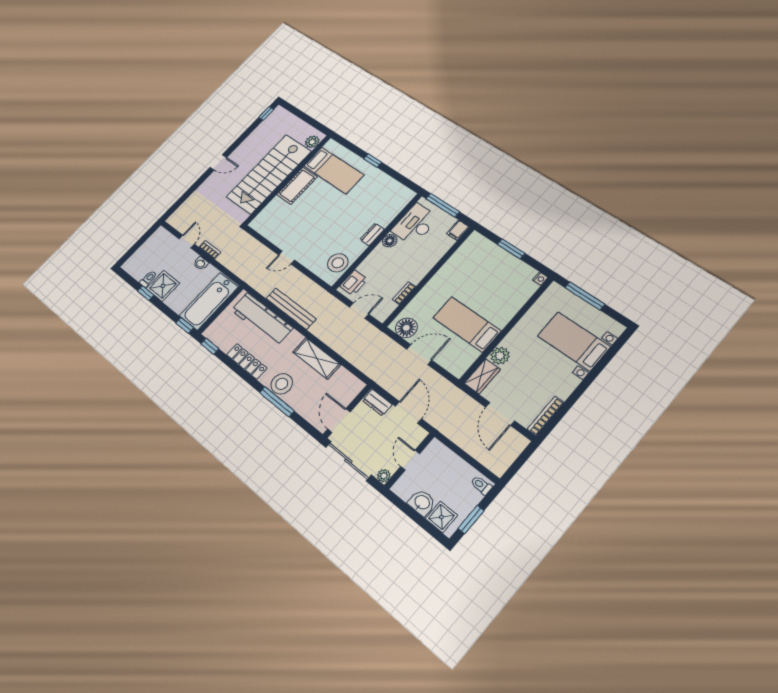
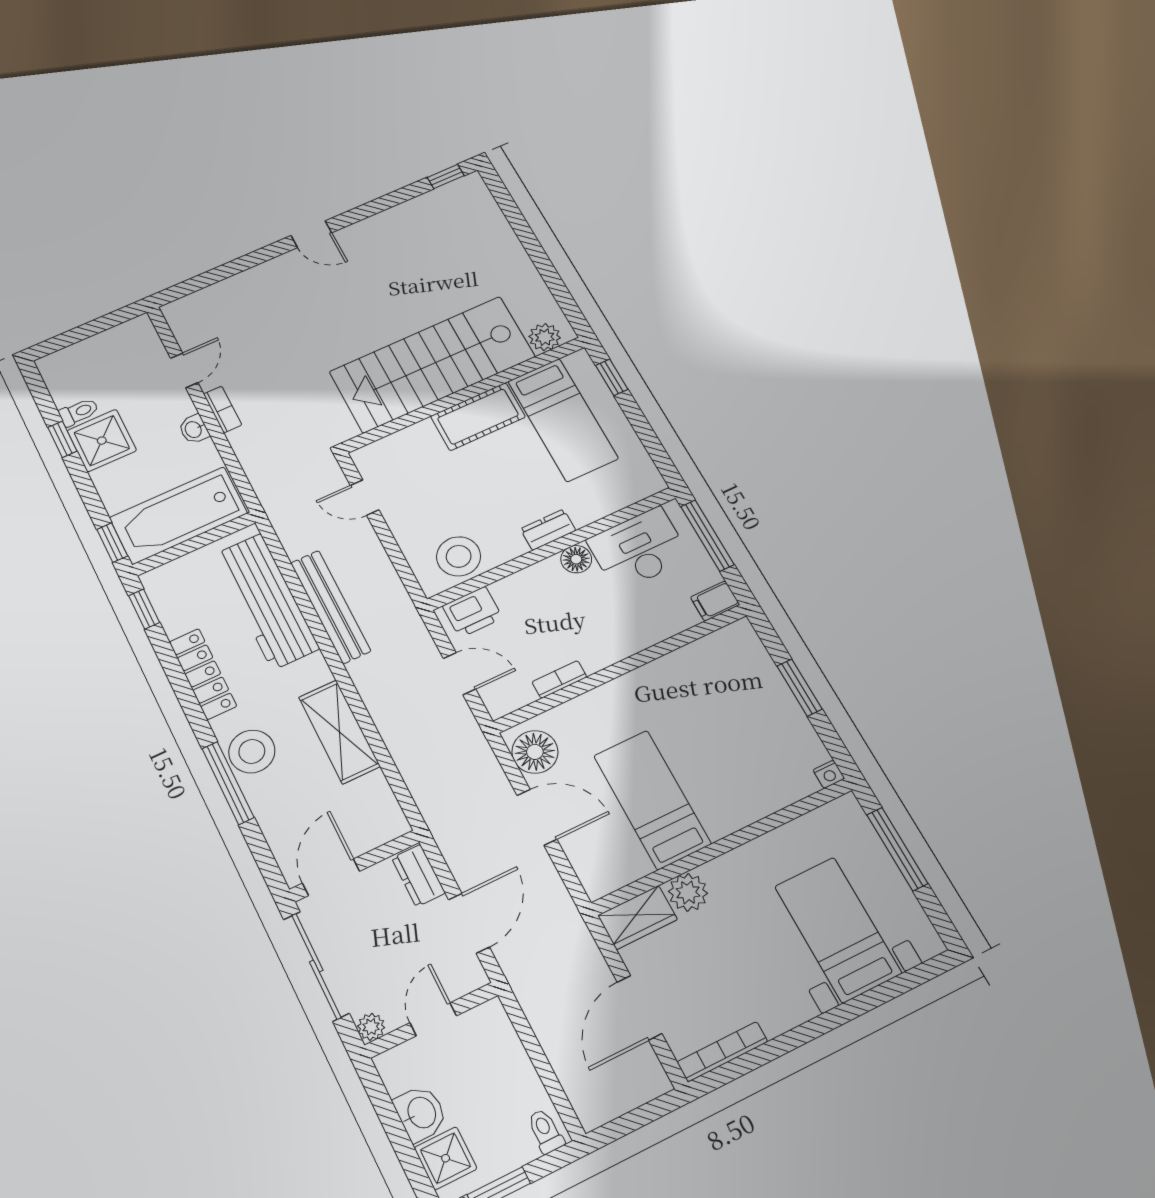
plant: (312, 142) -> (545, 337), moved
bed: (334, 170) -> (563, 420), moved
stairs: (269, 174) -> (432, 364), moved
wall: (288, 180) -> (464, 395), moved
cot: (297, 186) -> (478, 417), moved

